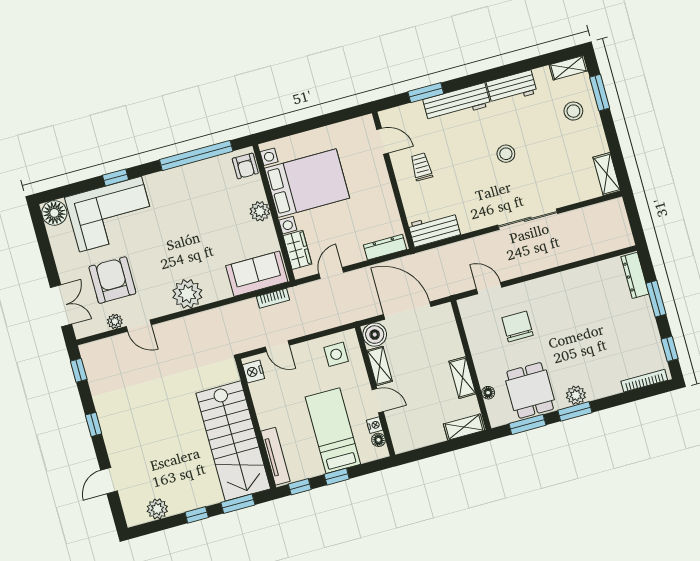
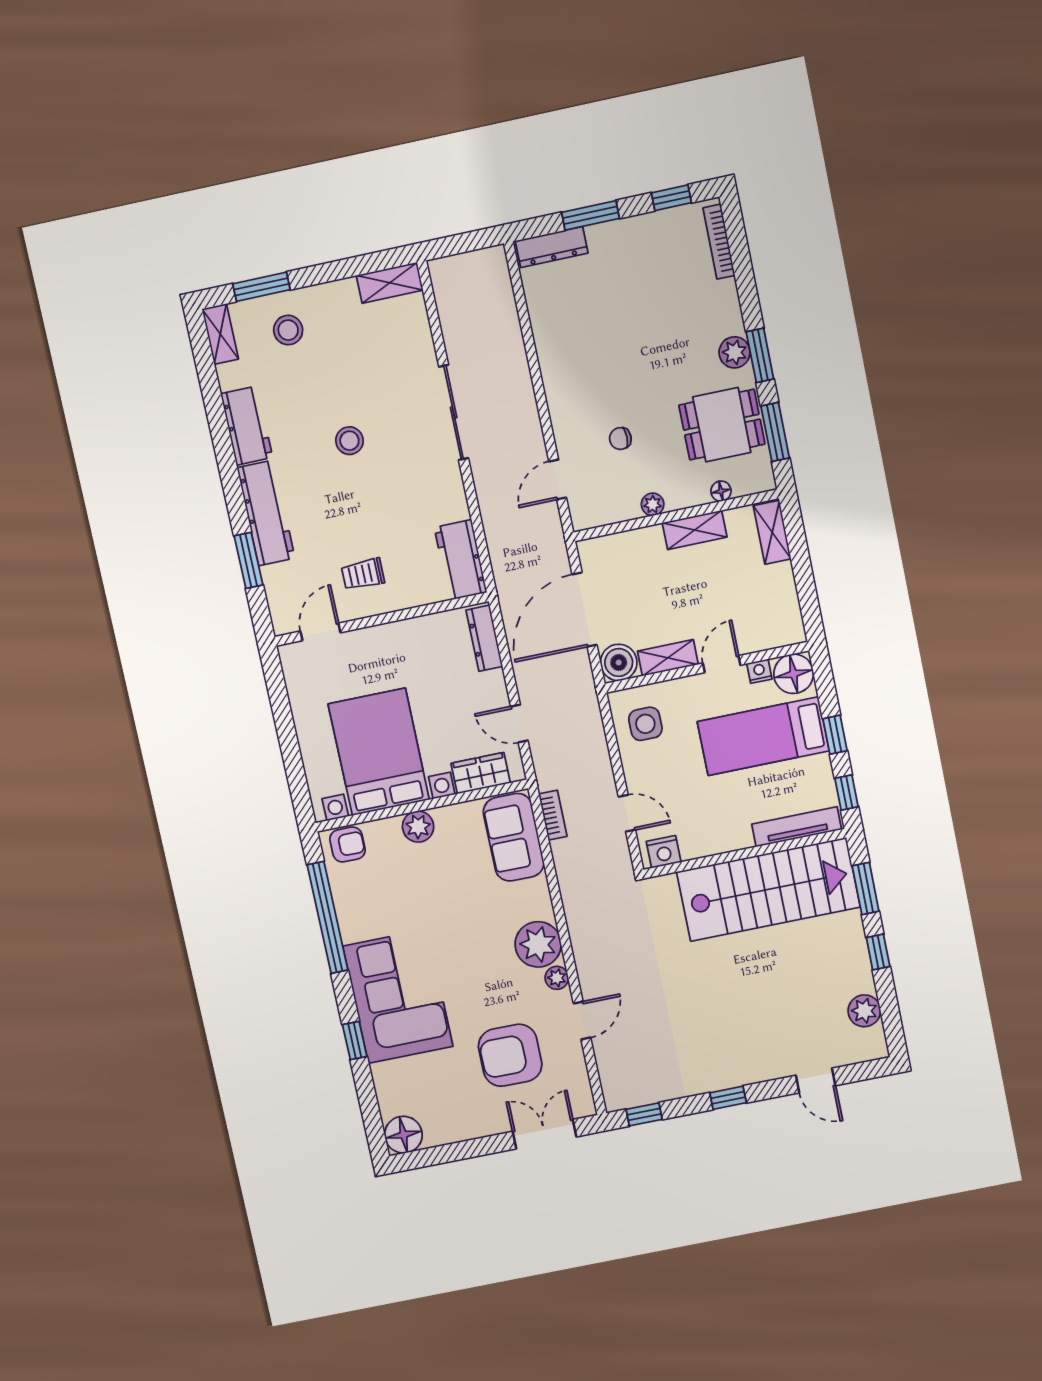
corner sofa: (110, 214) -> (398, 996), moved
plant: (115, 321) -> (557, 978), moved
chair: (518, 326) -> (620, 439), width x0.54, depth x0.54
door: (277, 346) -> (627, 813), hinge flipped
plant: (477, 350) -> (653, 504), added
floor lamp: (378, 440) -> (794, 674), width x1.89, depth x1.89

